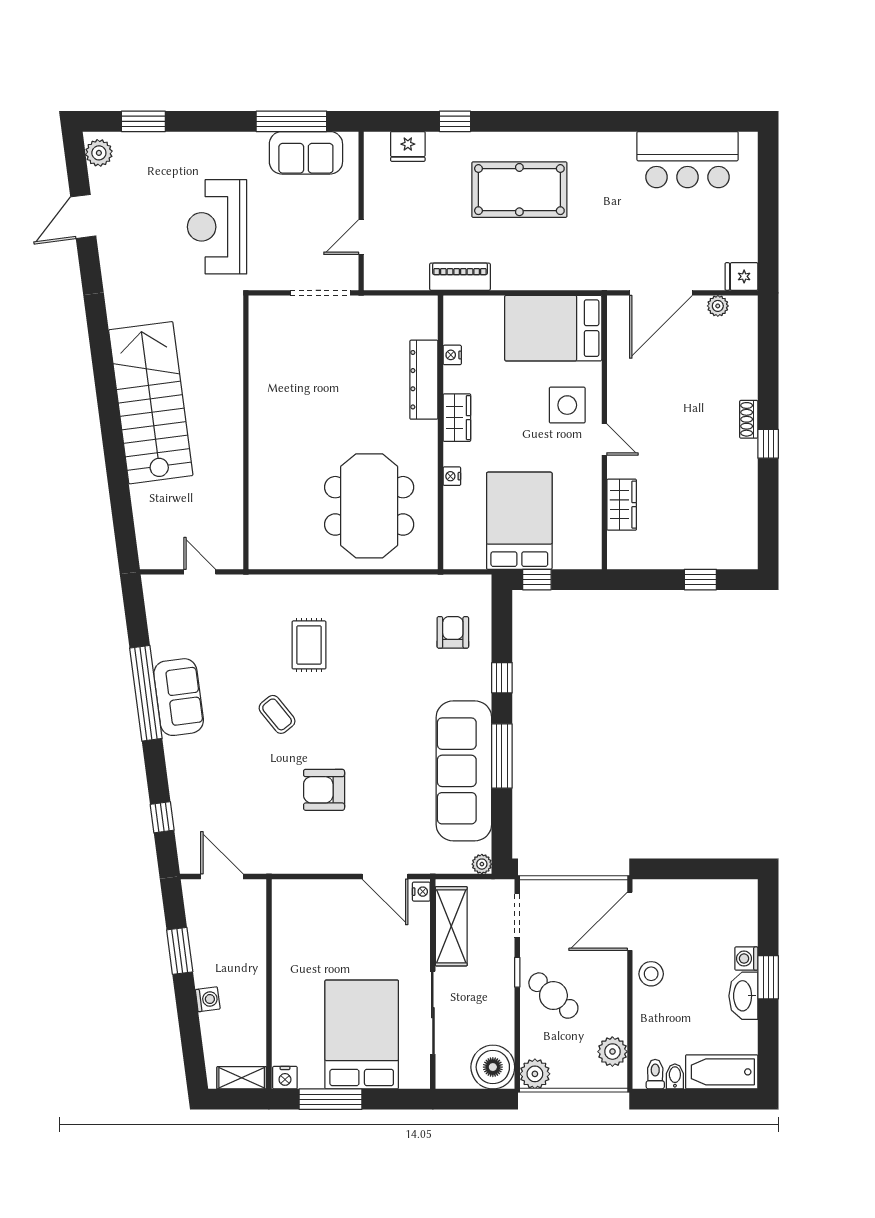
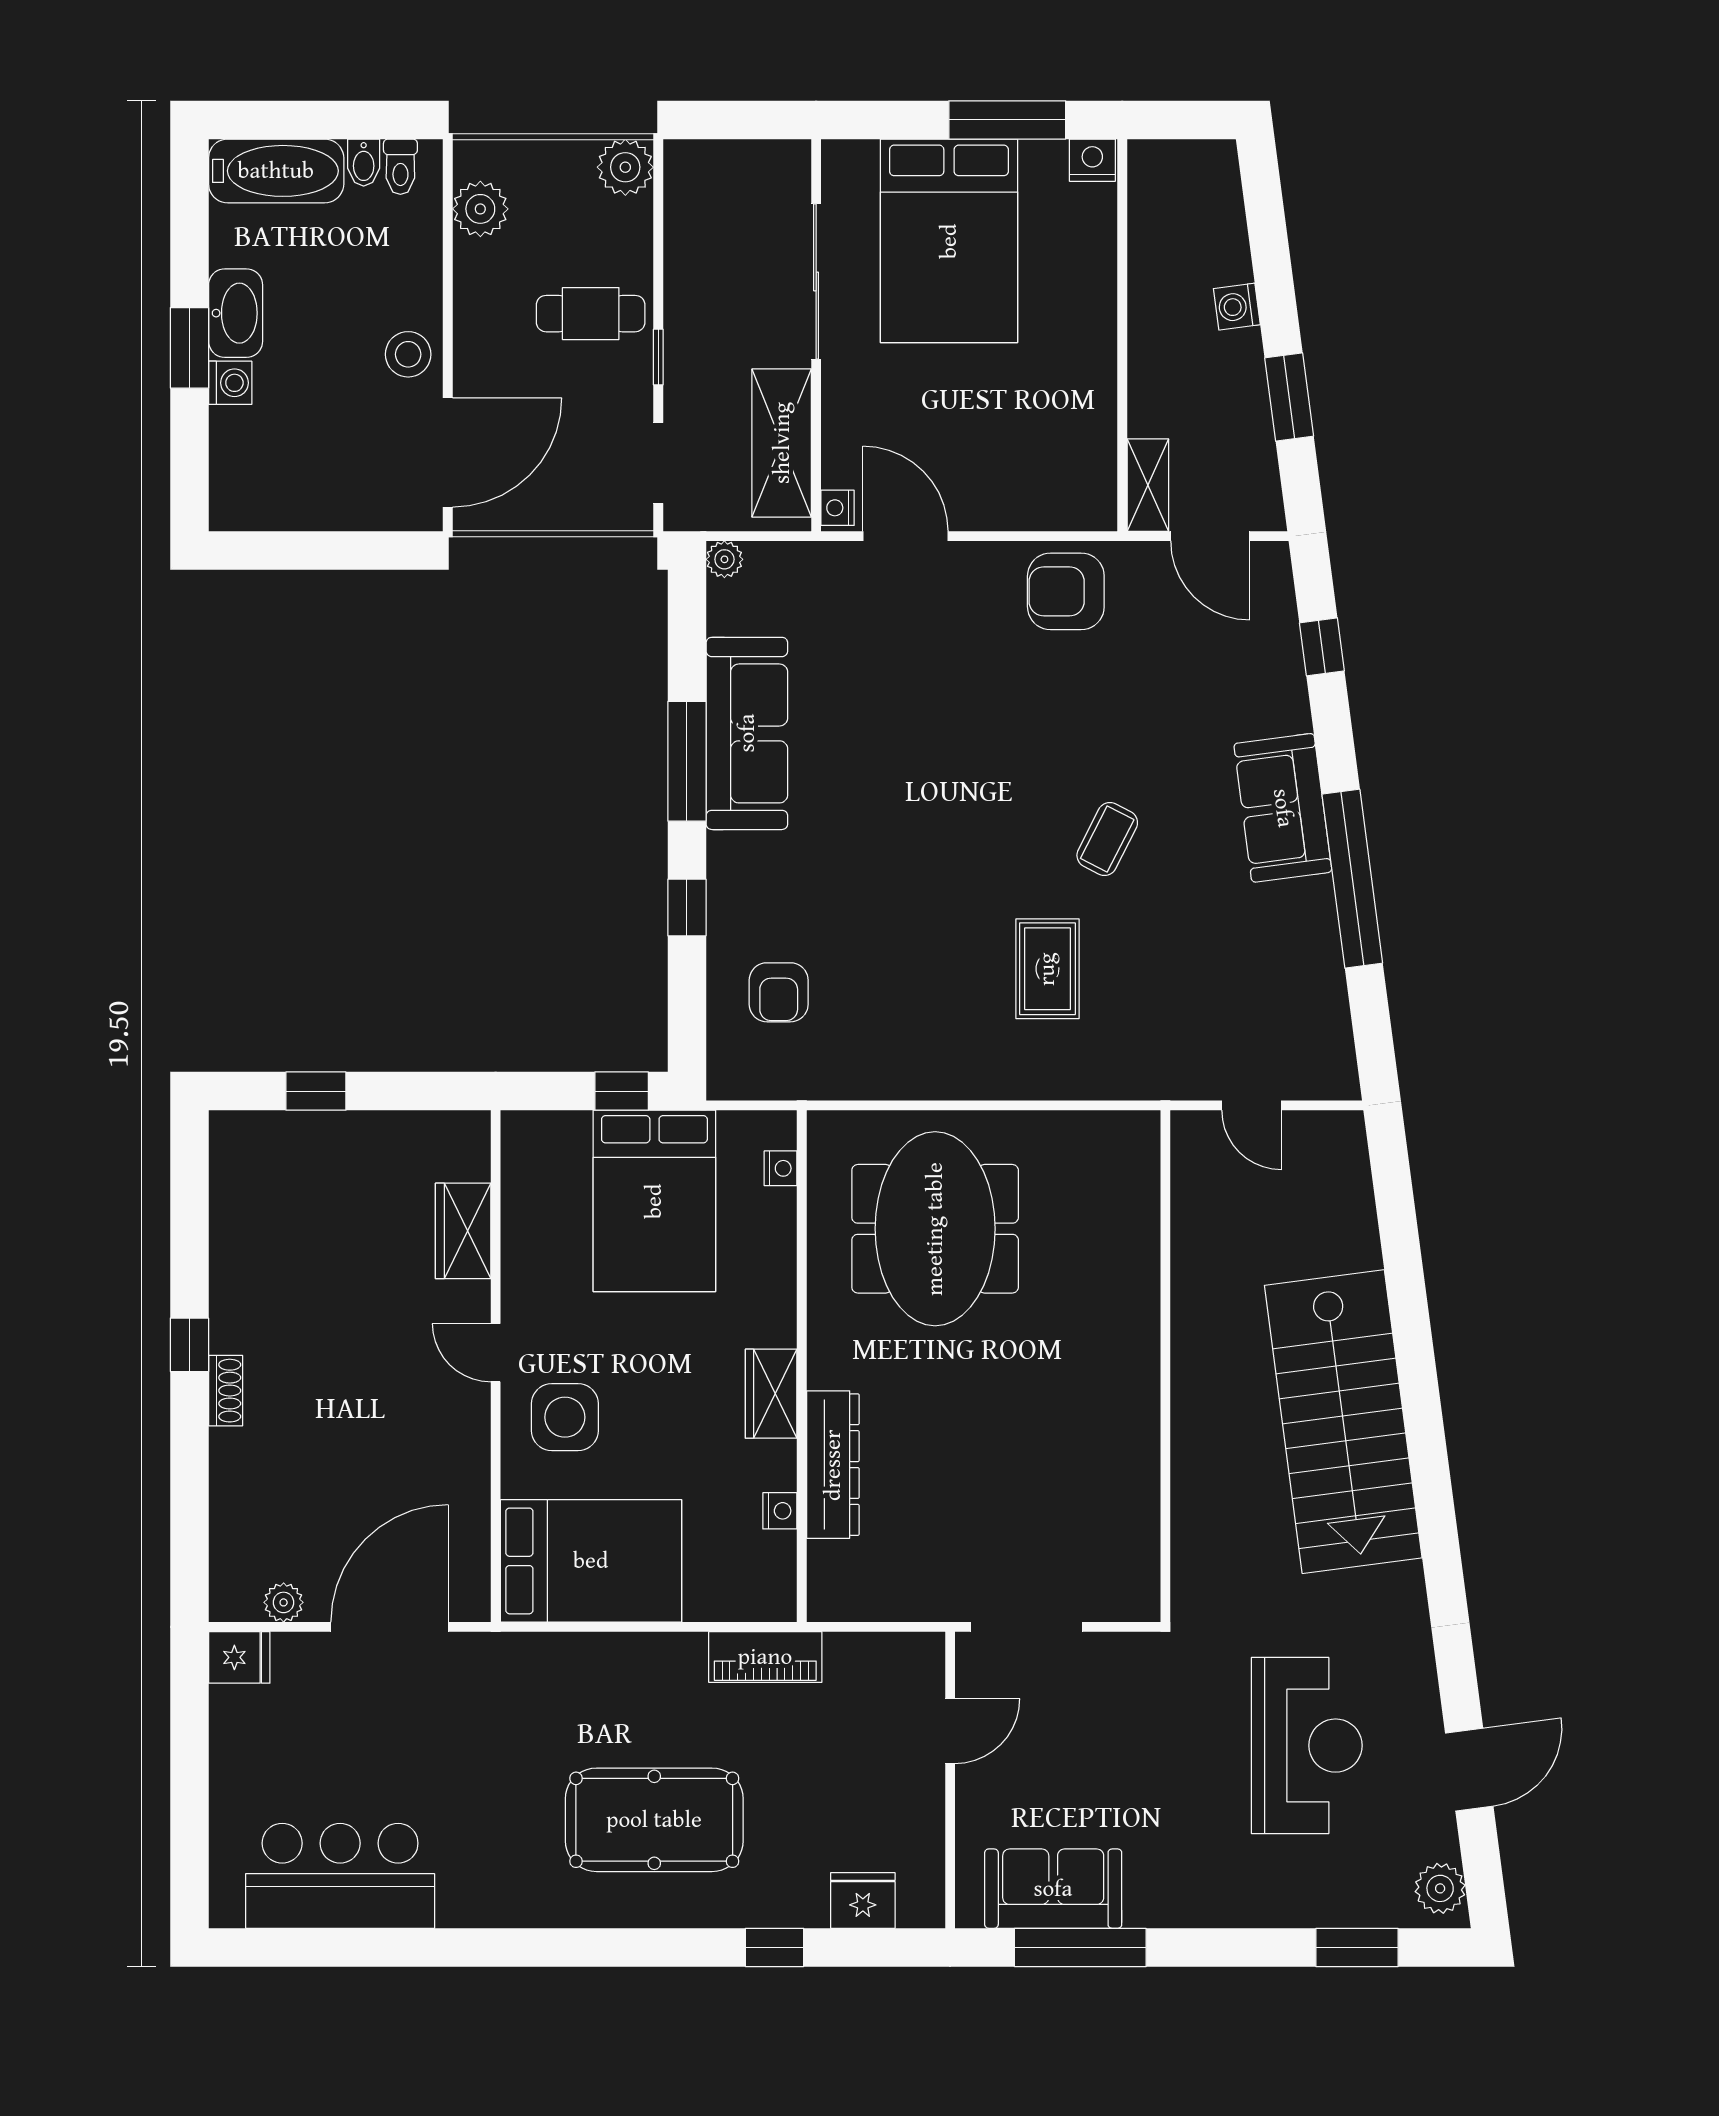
reception desk: (217, 227) -> (1307, 1746), moved
nightstand: (452, 476) -> (781, 1168), moved
sofa: (179, 697) -> (1283, 808), moved
coffee table: (277, 714) -> (1107, 839), turned 66
sofa: (464, 771) -> (747, 733), width x0.74, depth x0.79
armchair: (324, 790) -> (1066, 591), moved, turned 180
cafe table: (553, 996) -> (591, 314), turned -41
boiler: (493, 1067) -> (704, 180), removed
shelving: (242, 1078) -> (1148, 485), moved, turned 90

